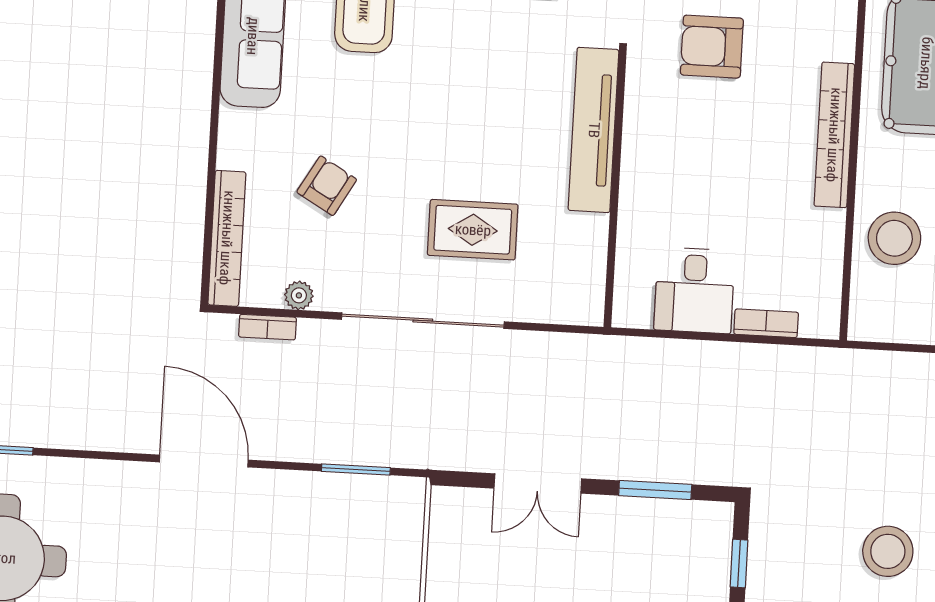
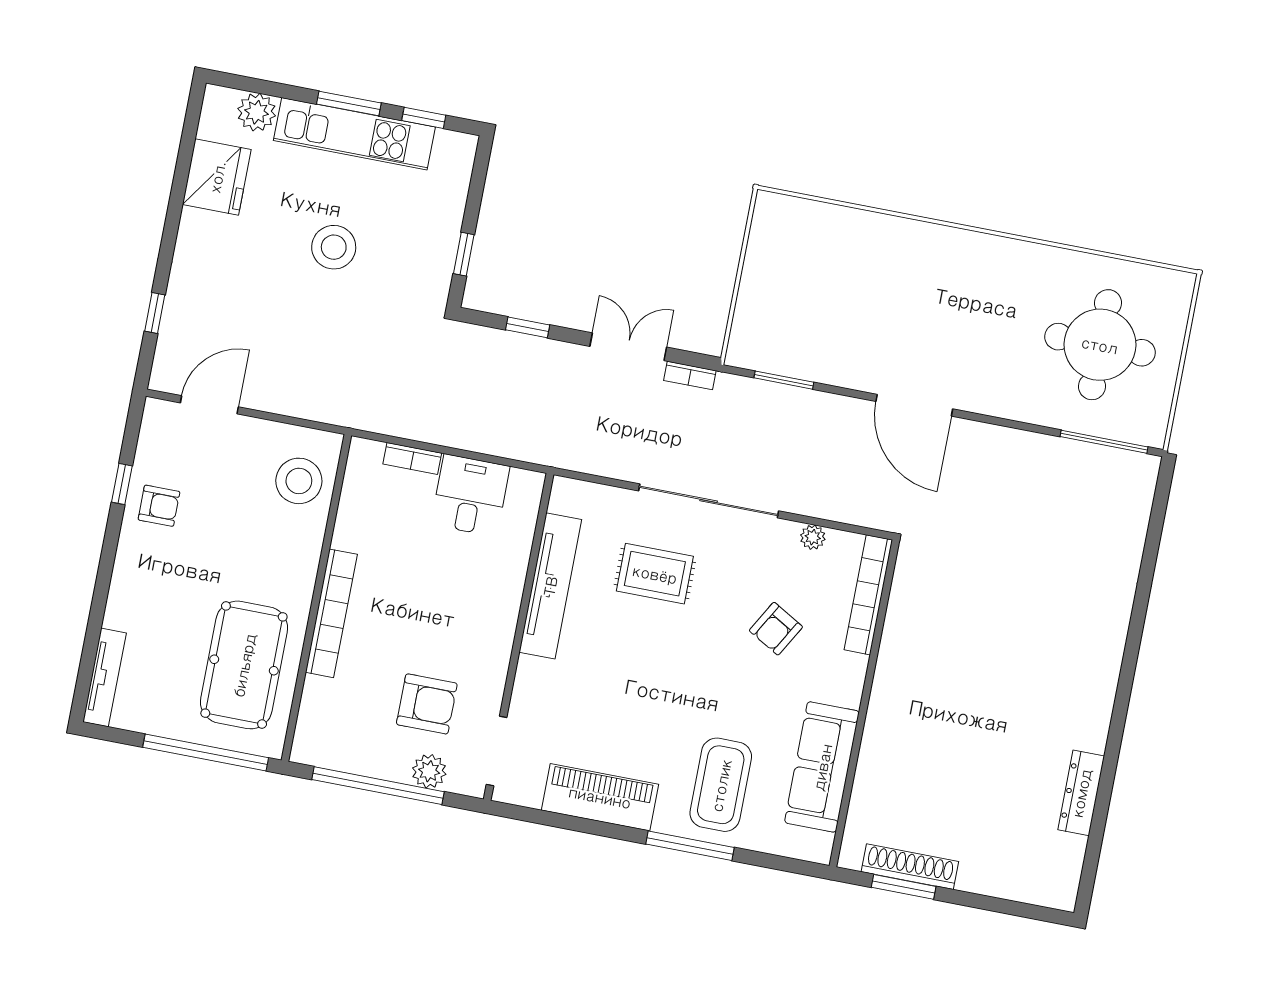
tv unit: (594, 130) -> (550, 586), moved
stool: (894, 238) -> (299, 481), moved
bookcase: (267, 327) -> (690, 375), moved, turned 180
window: (655, 490) -> (528, 327), width x0.67

